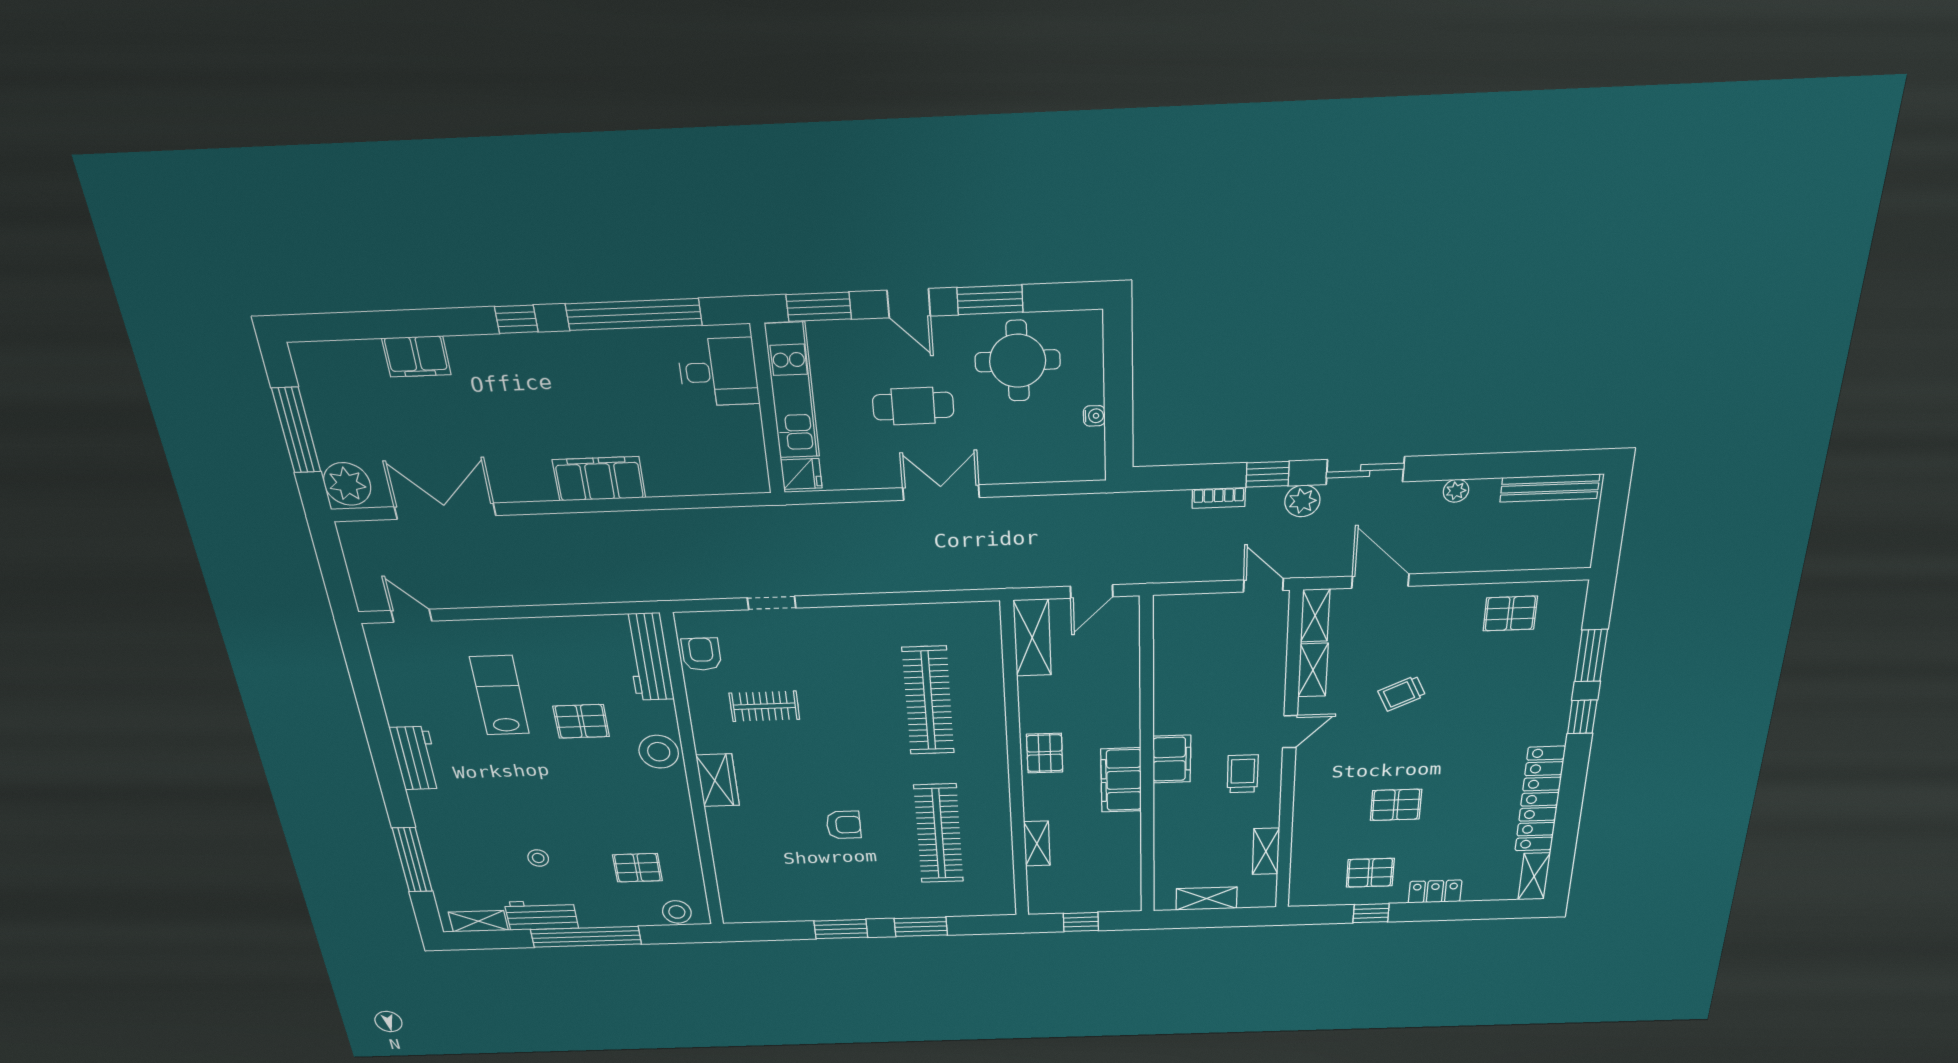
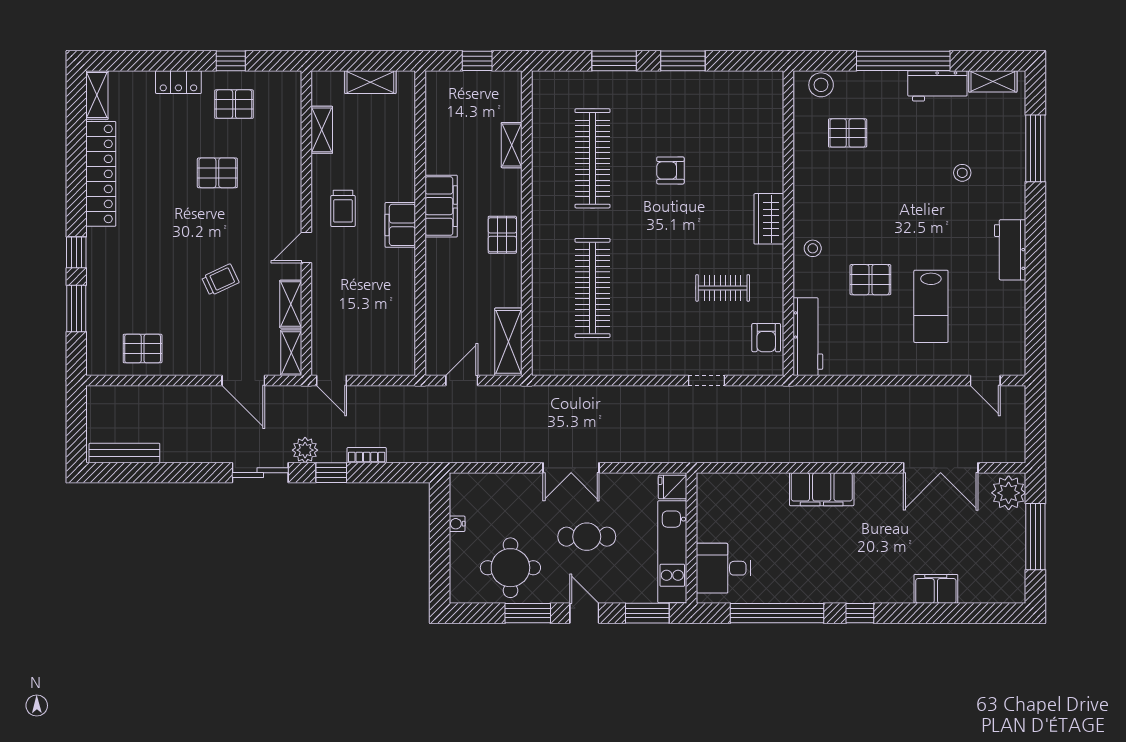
plant: (1456, 491) -> (193, 454), removed
stool: (659, 752) -> (813, 248), width x0.53, depth x0.53
stool: (538, 858) -> (962, 173), moved

